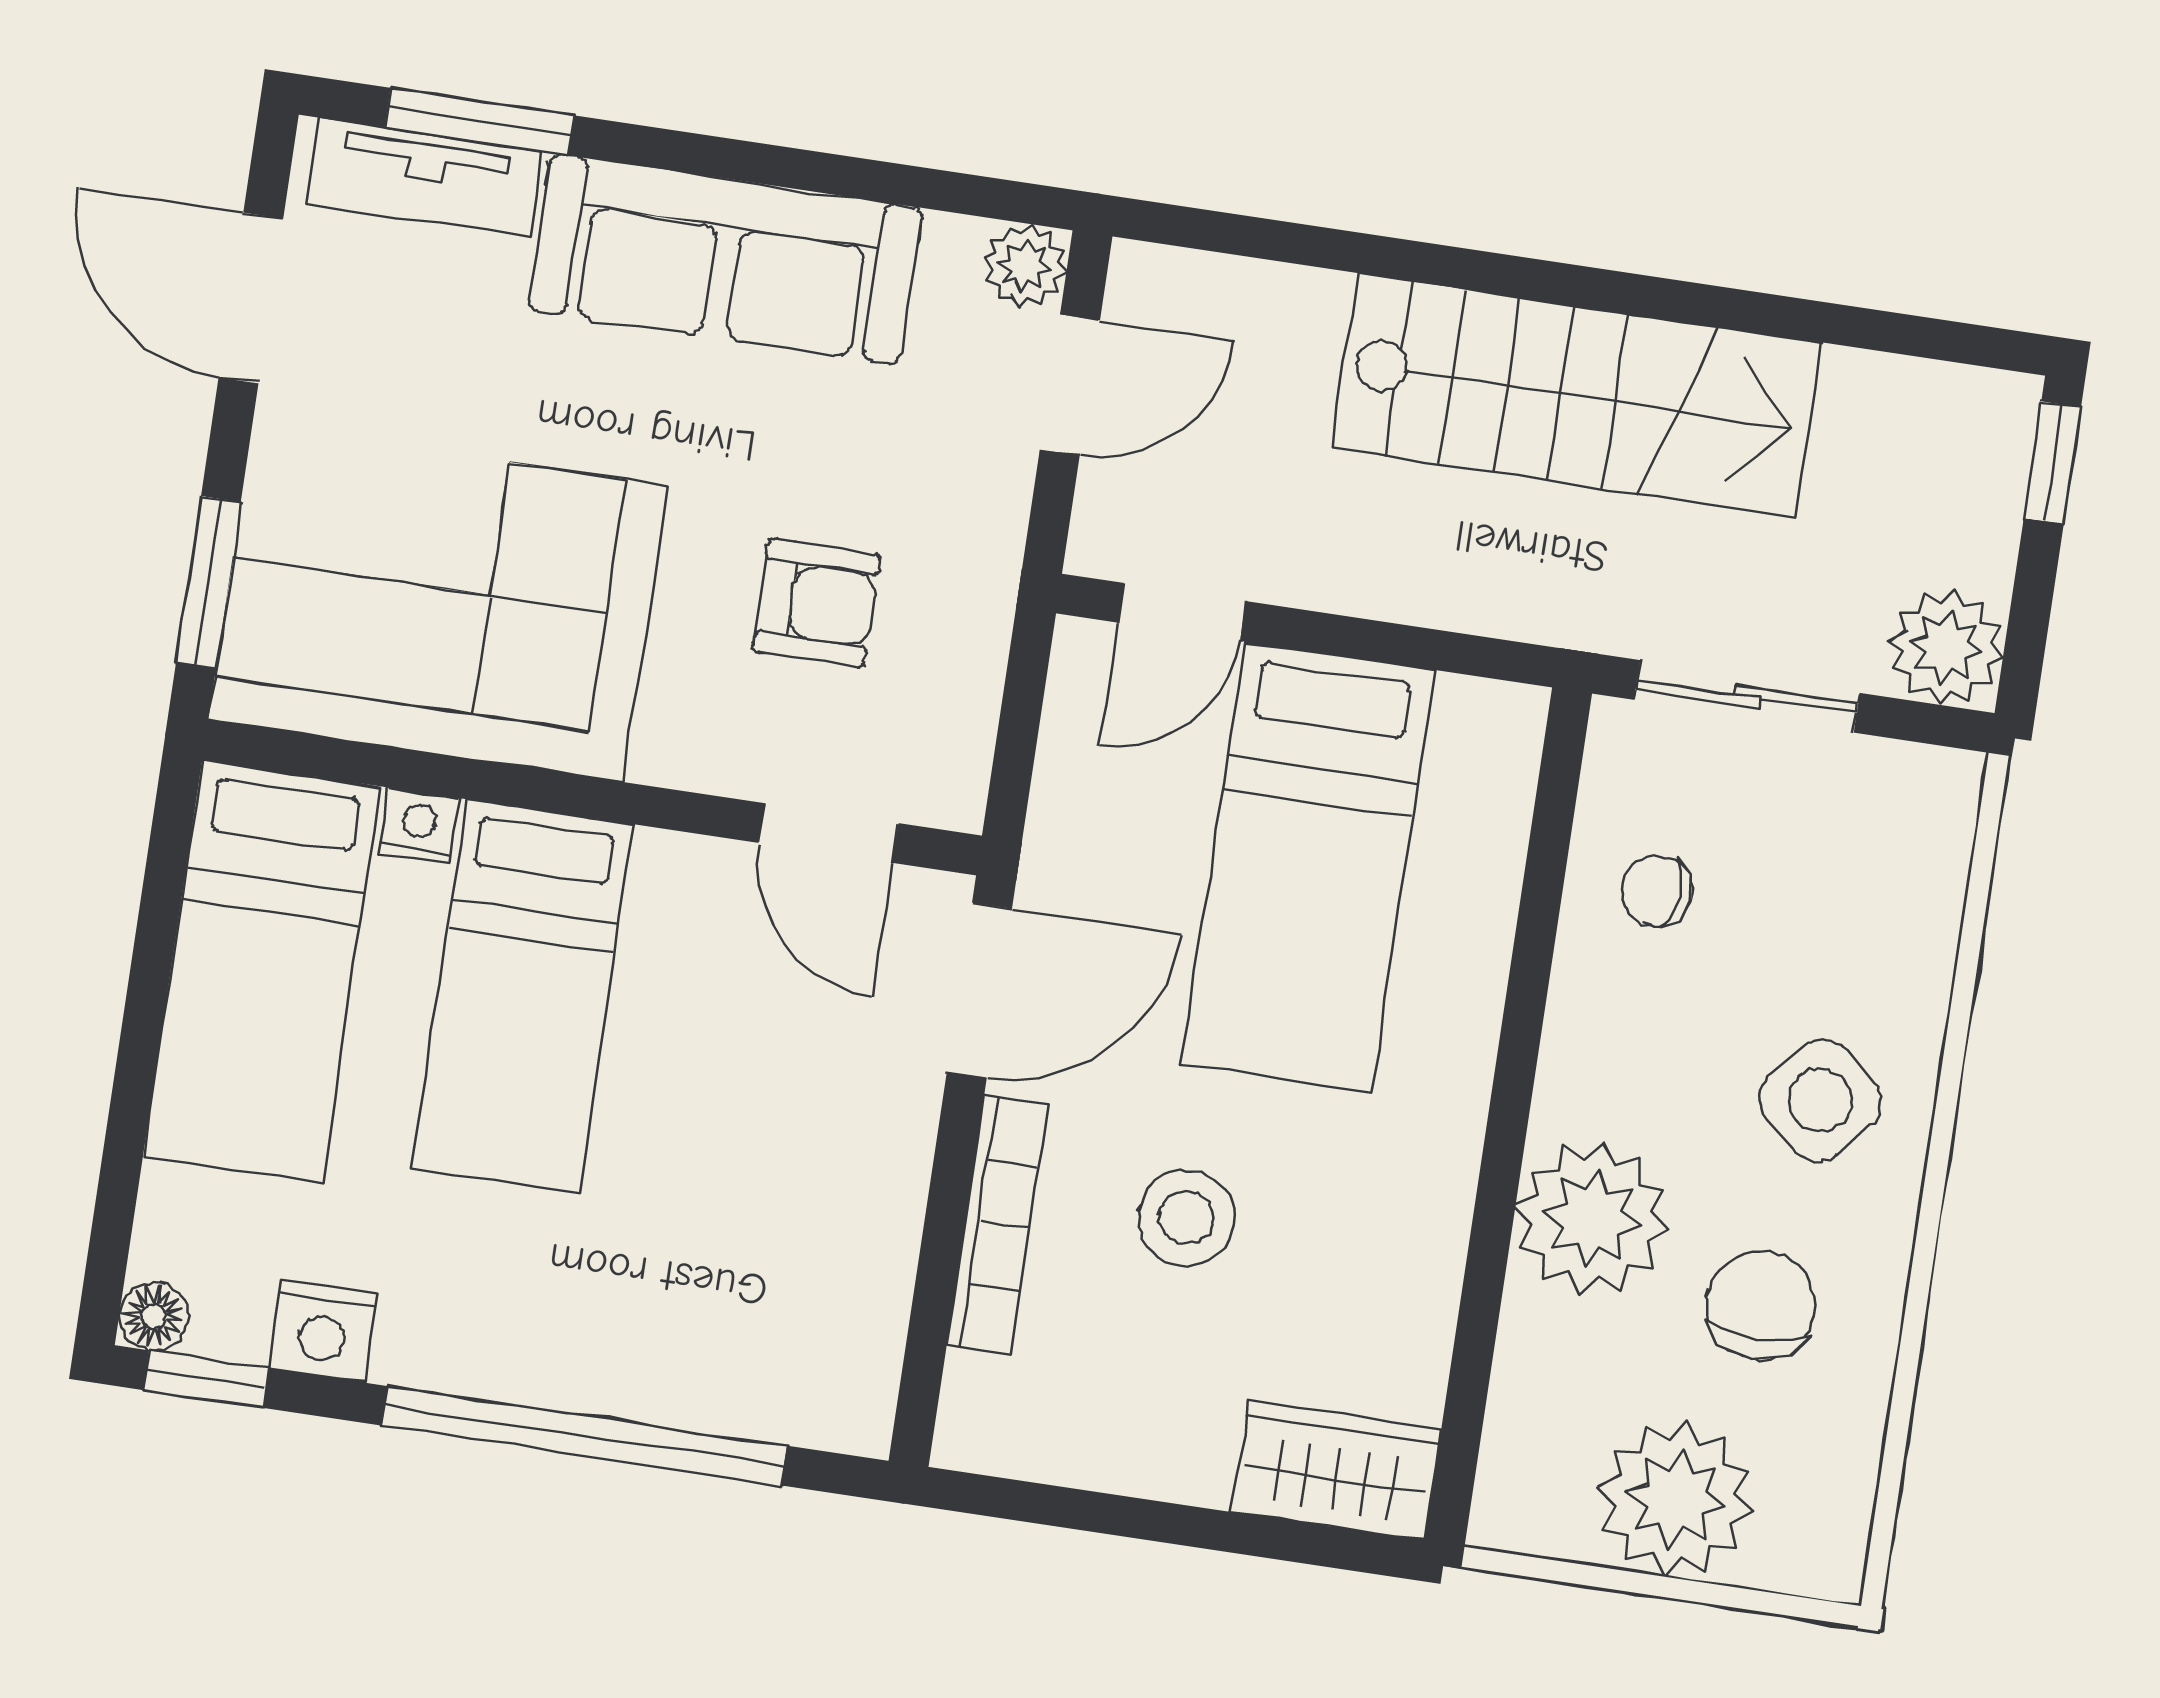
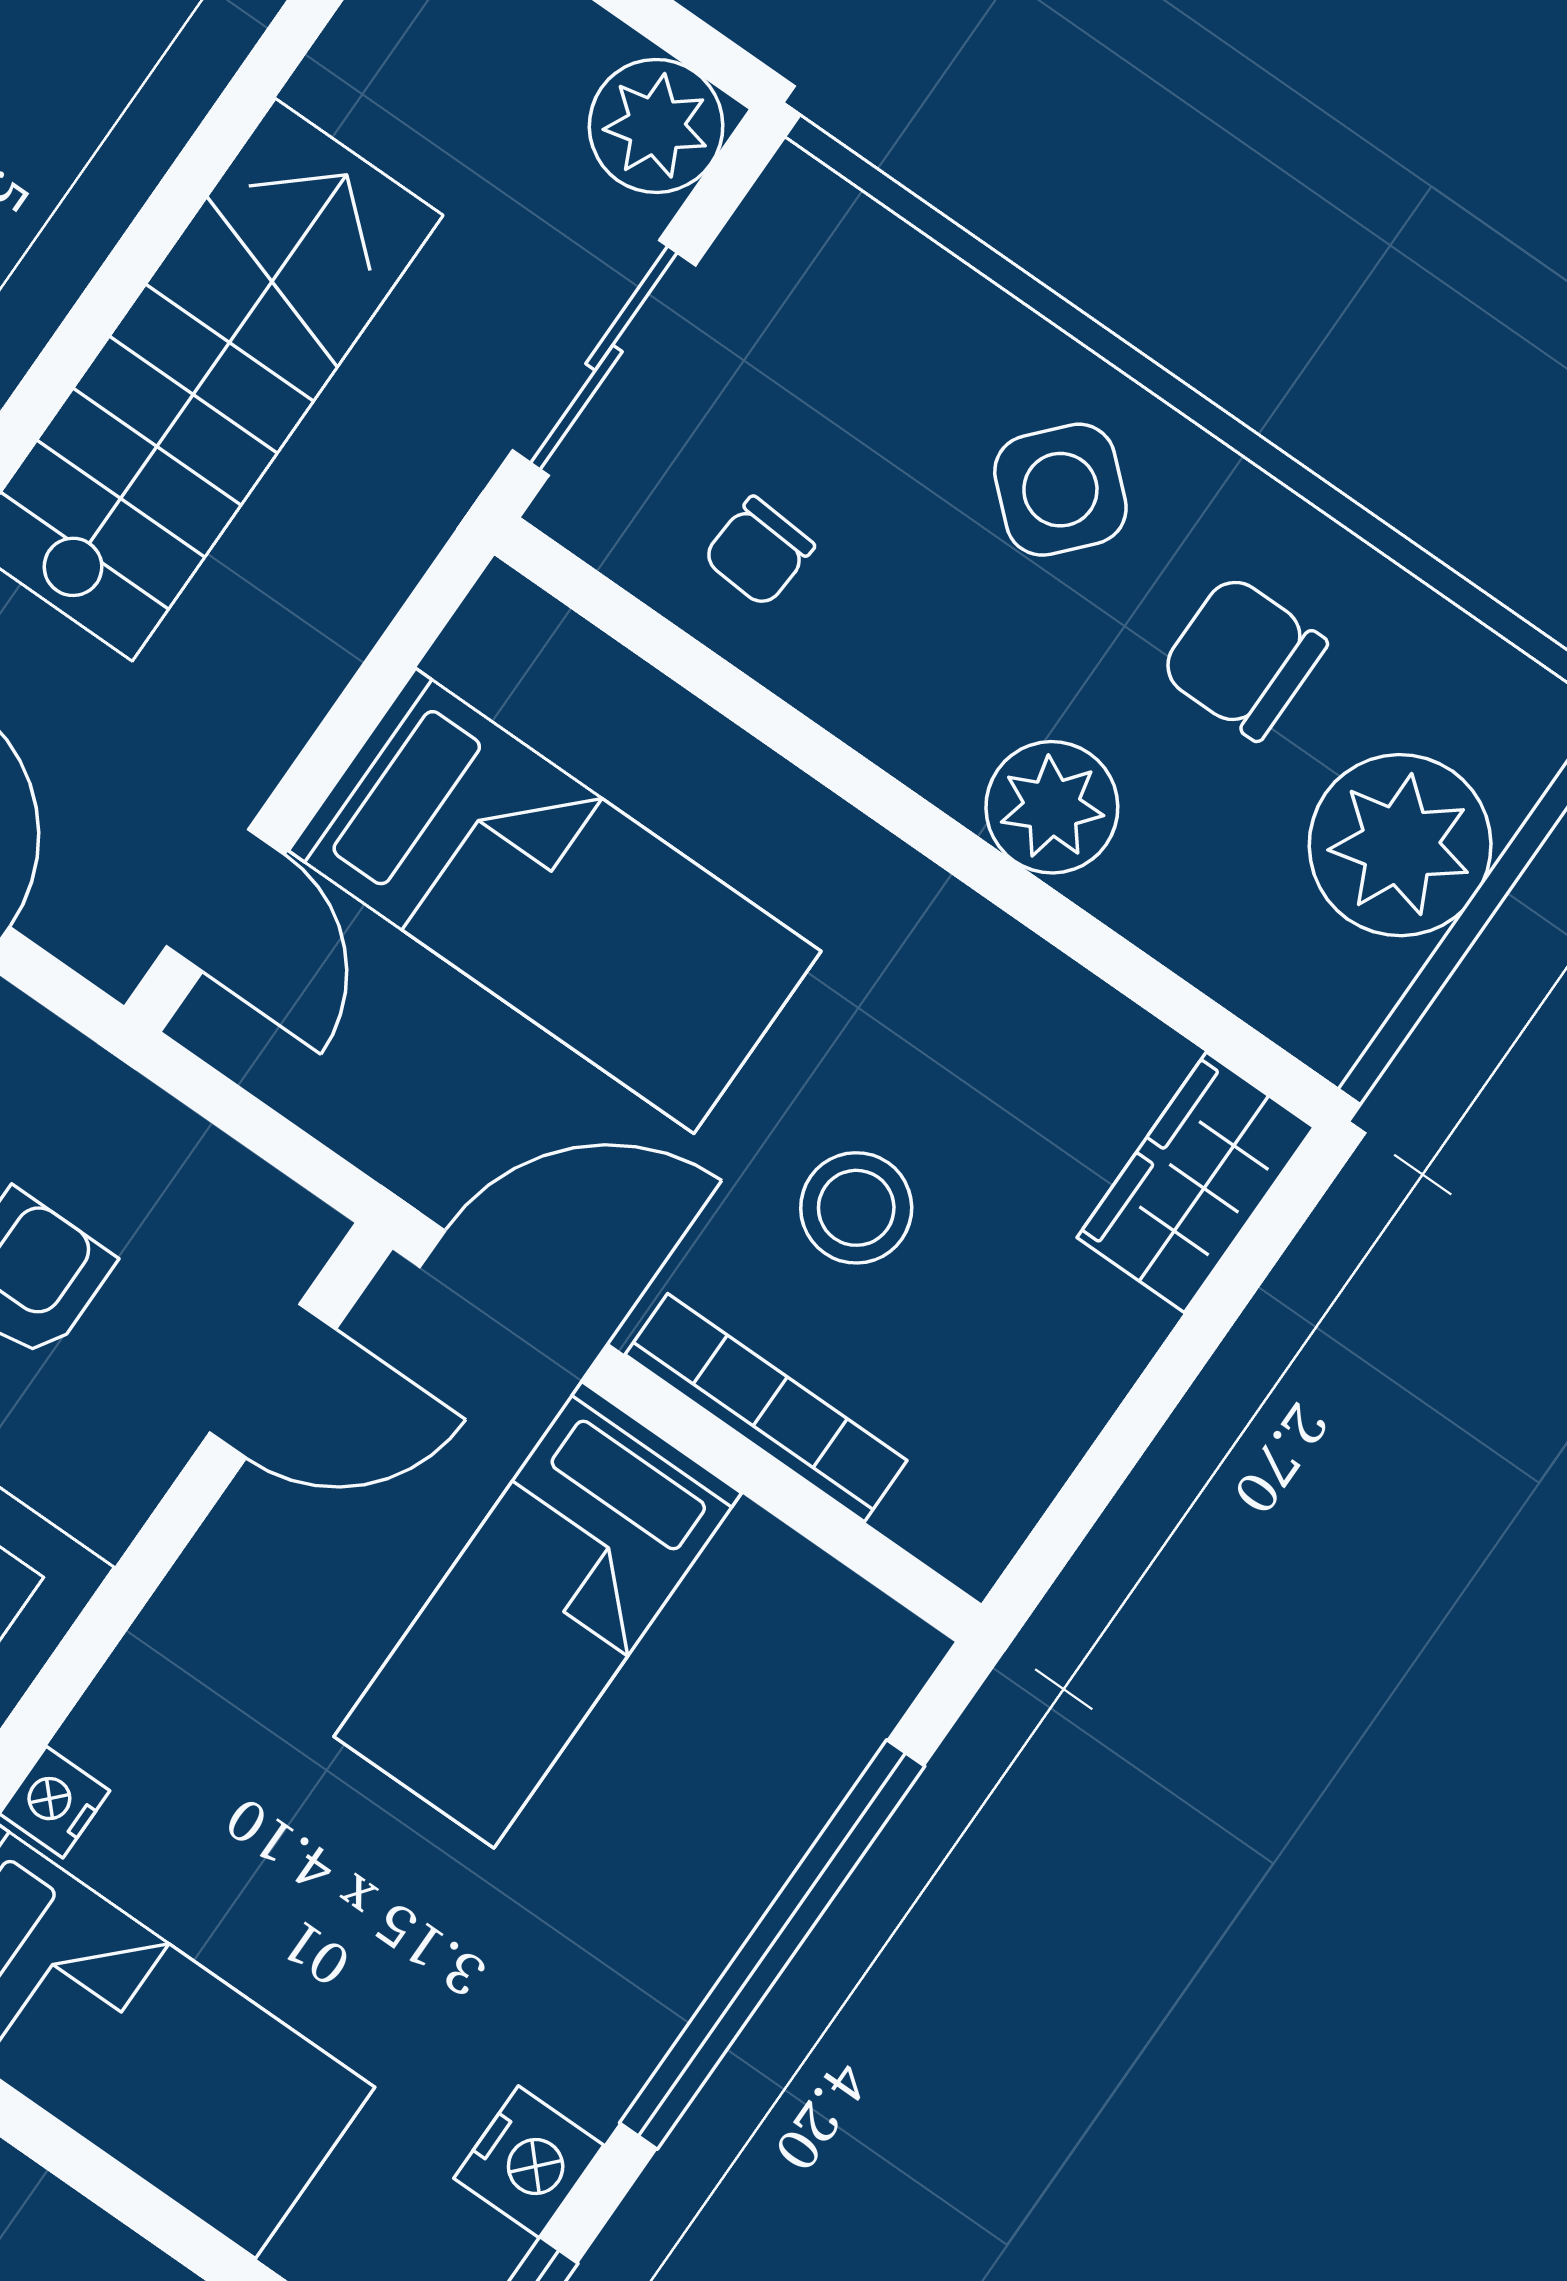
door: (979, 990) -> (514, 1305), hinge flipped
bed: (522, 997) -> (538, 1615), moved, turned 90
plant: (1592, 1218) -> (1052, 807), width x0.73, depth x0.73

